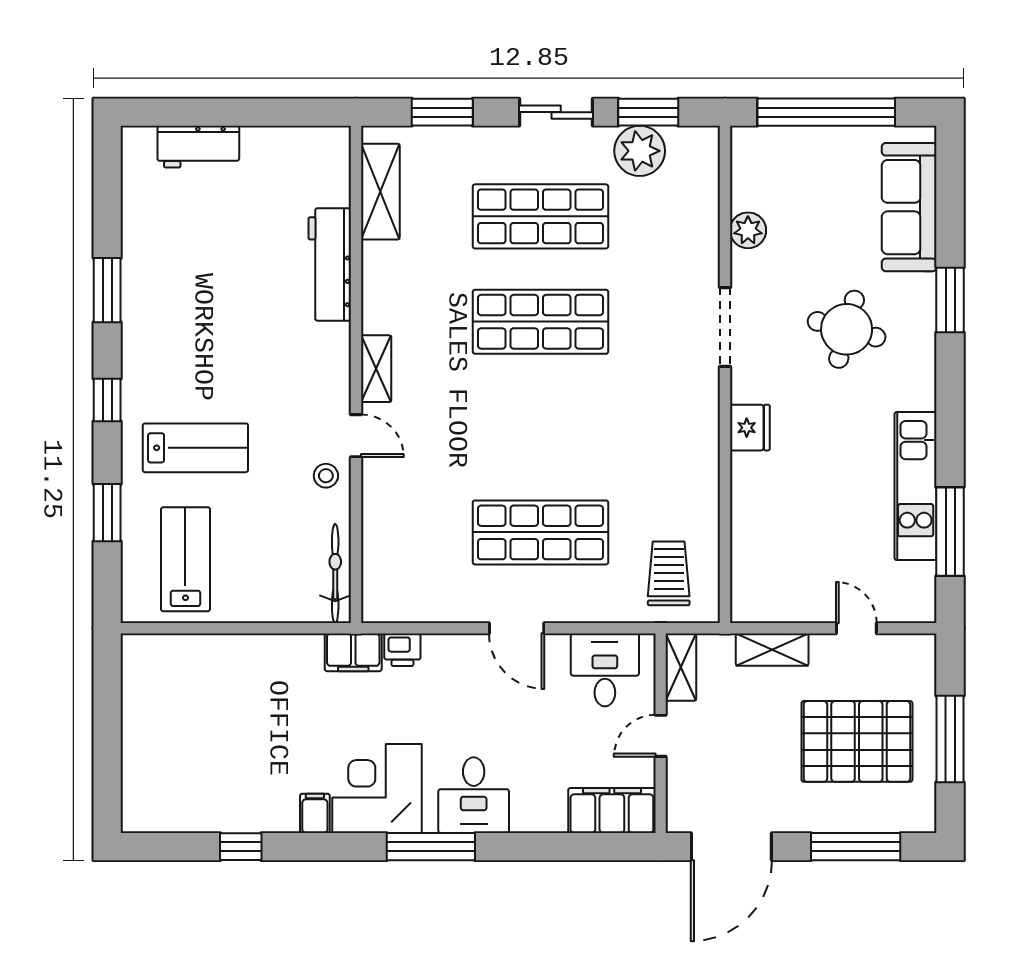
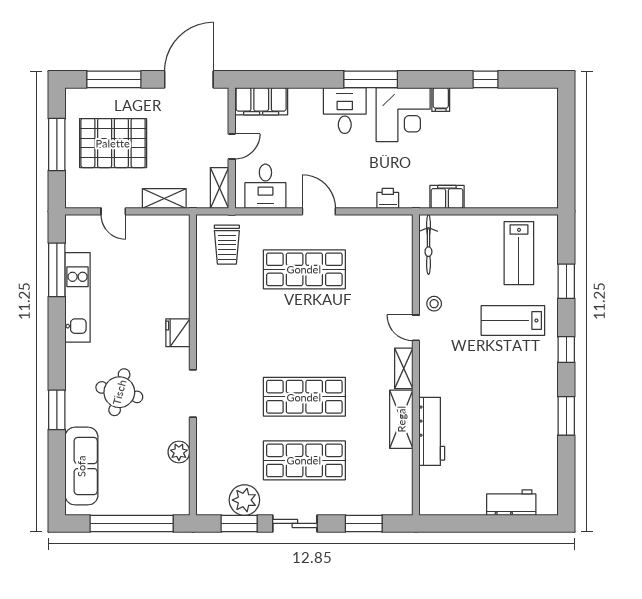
shelving: (380, 192) -> (401, 419), moved
filing cabinet: (353, 652) -> (447, 197), moved

